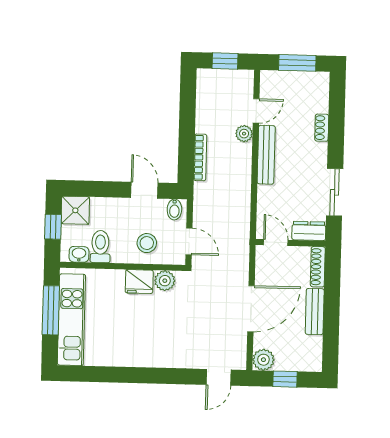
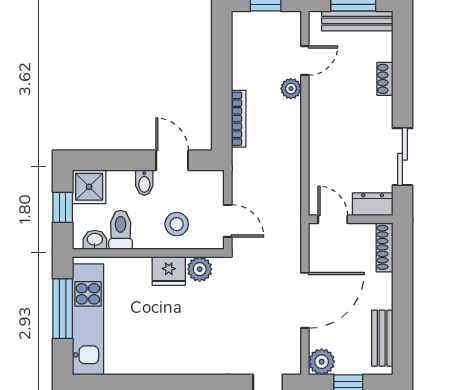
bench: (266, 155) -> (357, 21), moved, turned 90
bidet: (174, 210) -> (144, 183), moved
bench: (315, 312) -> (382, 338), moved

